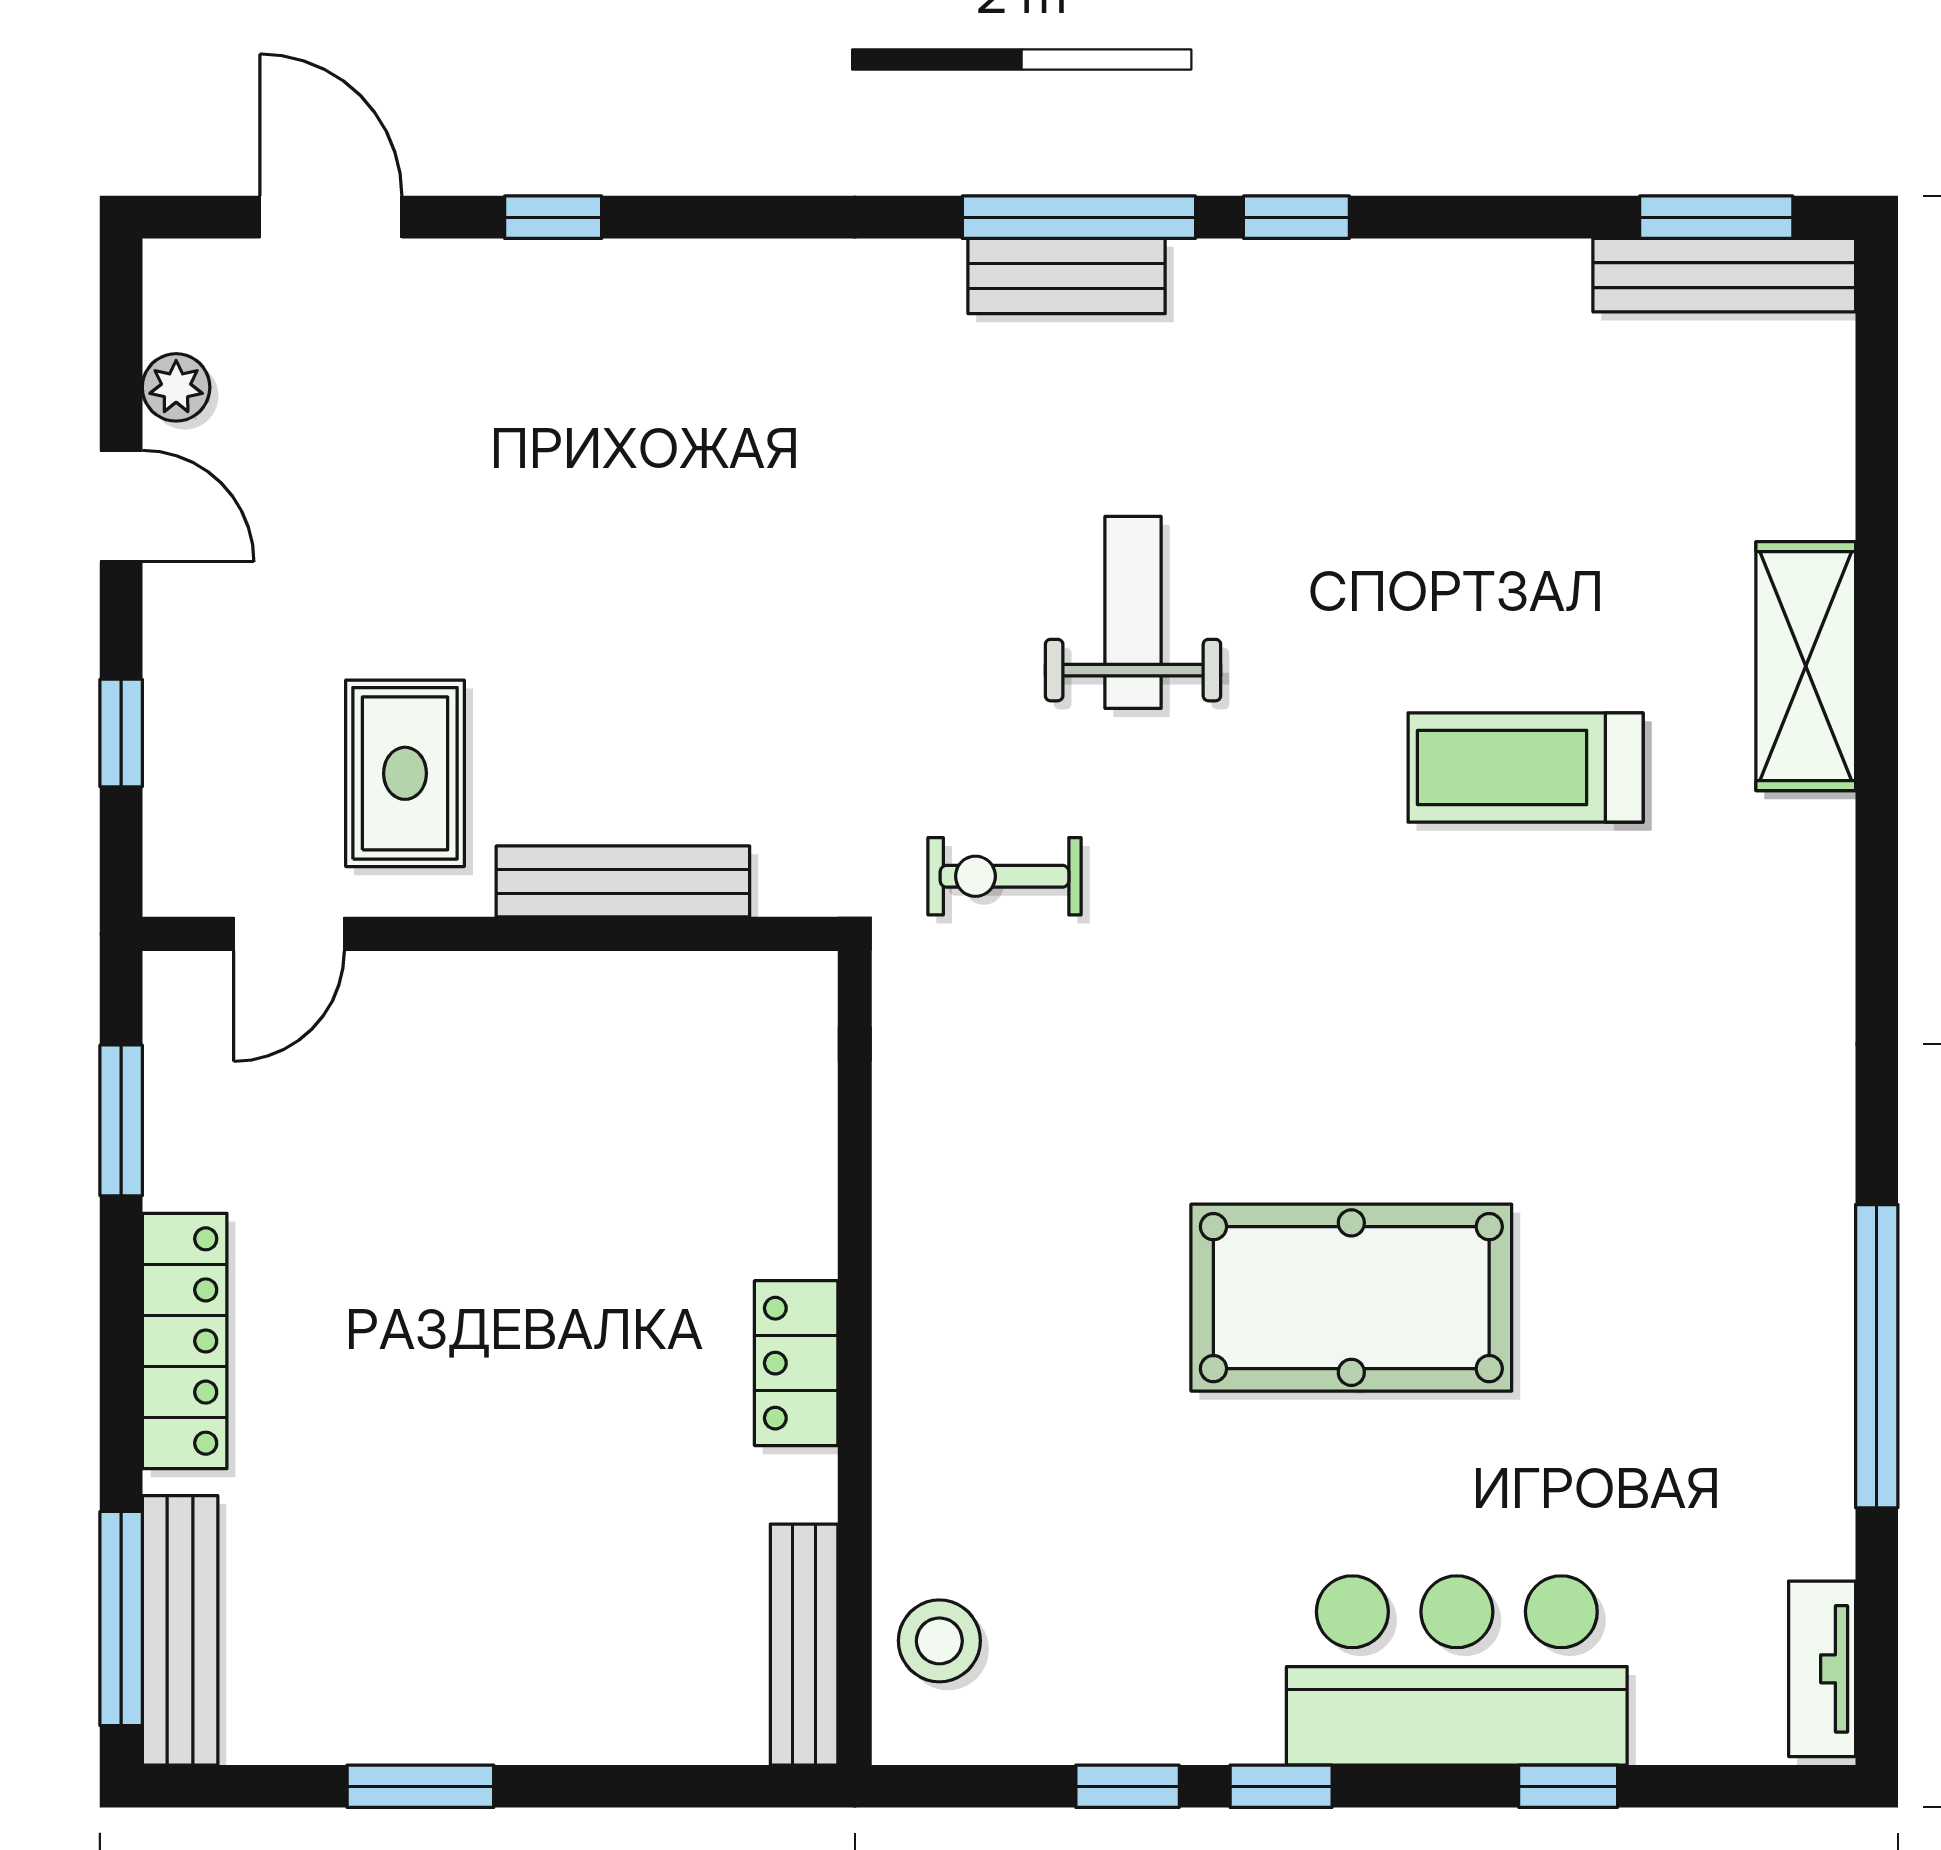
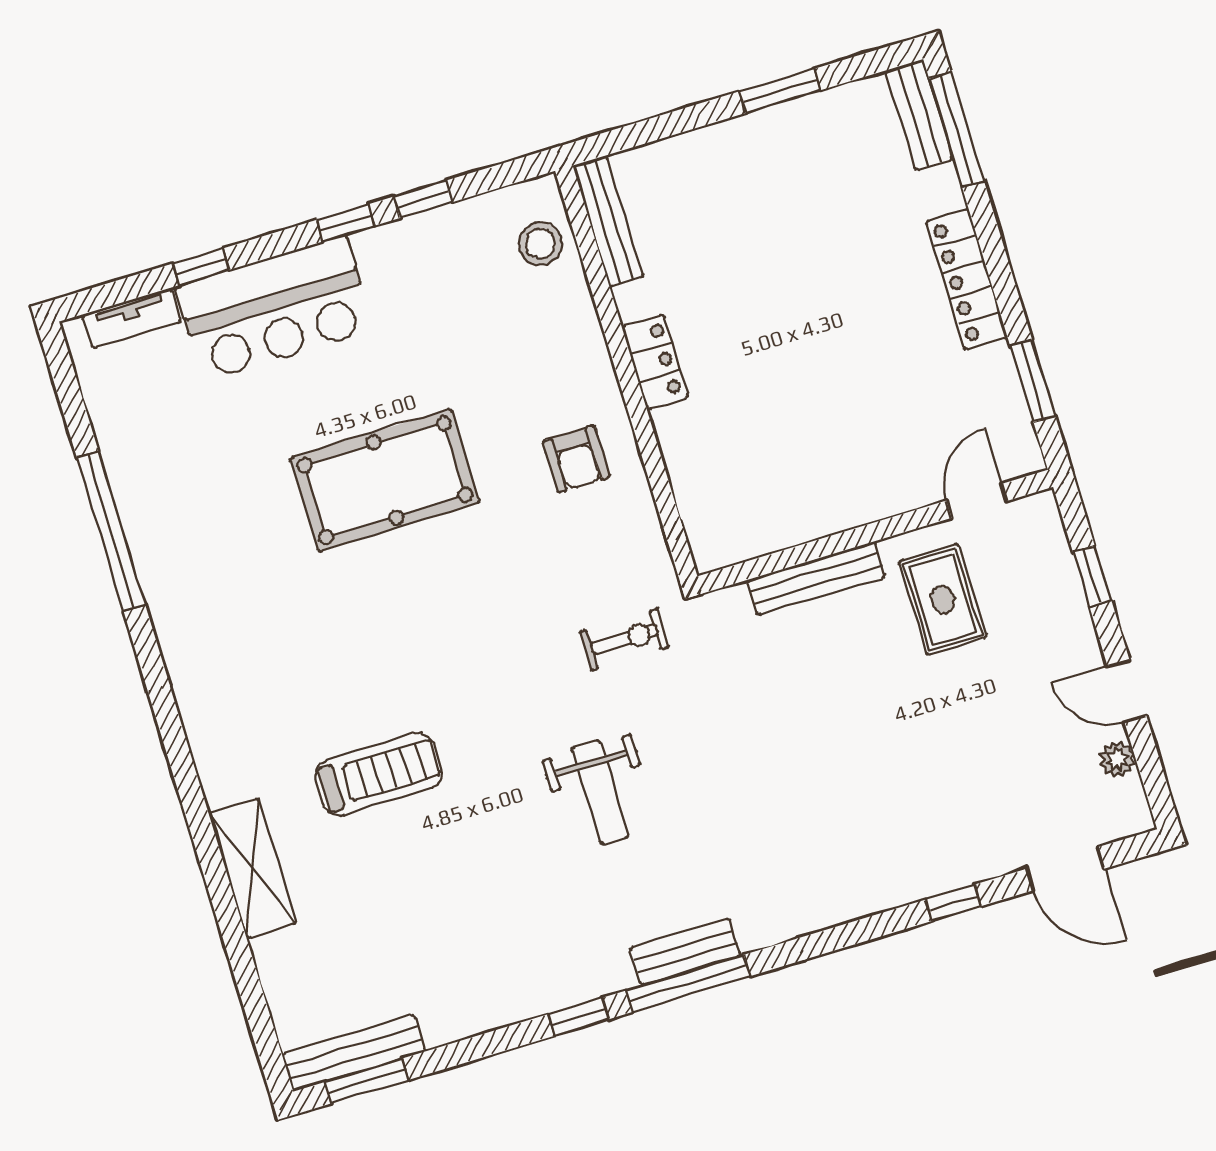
armchair: (992, 1230) -> (576, 459), added
bench: (180, 1630) -> (919, 115), width x0.73
tv unit: (1822, 1669) -> (132, 318), moved, turned 90

